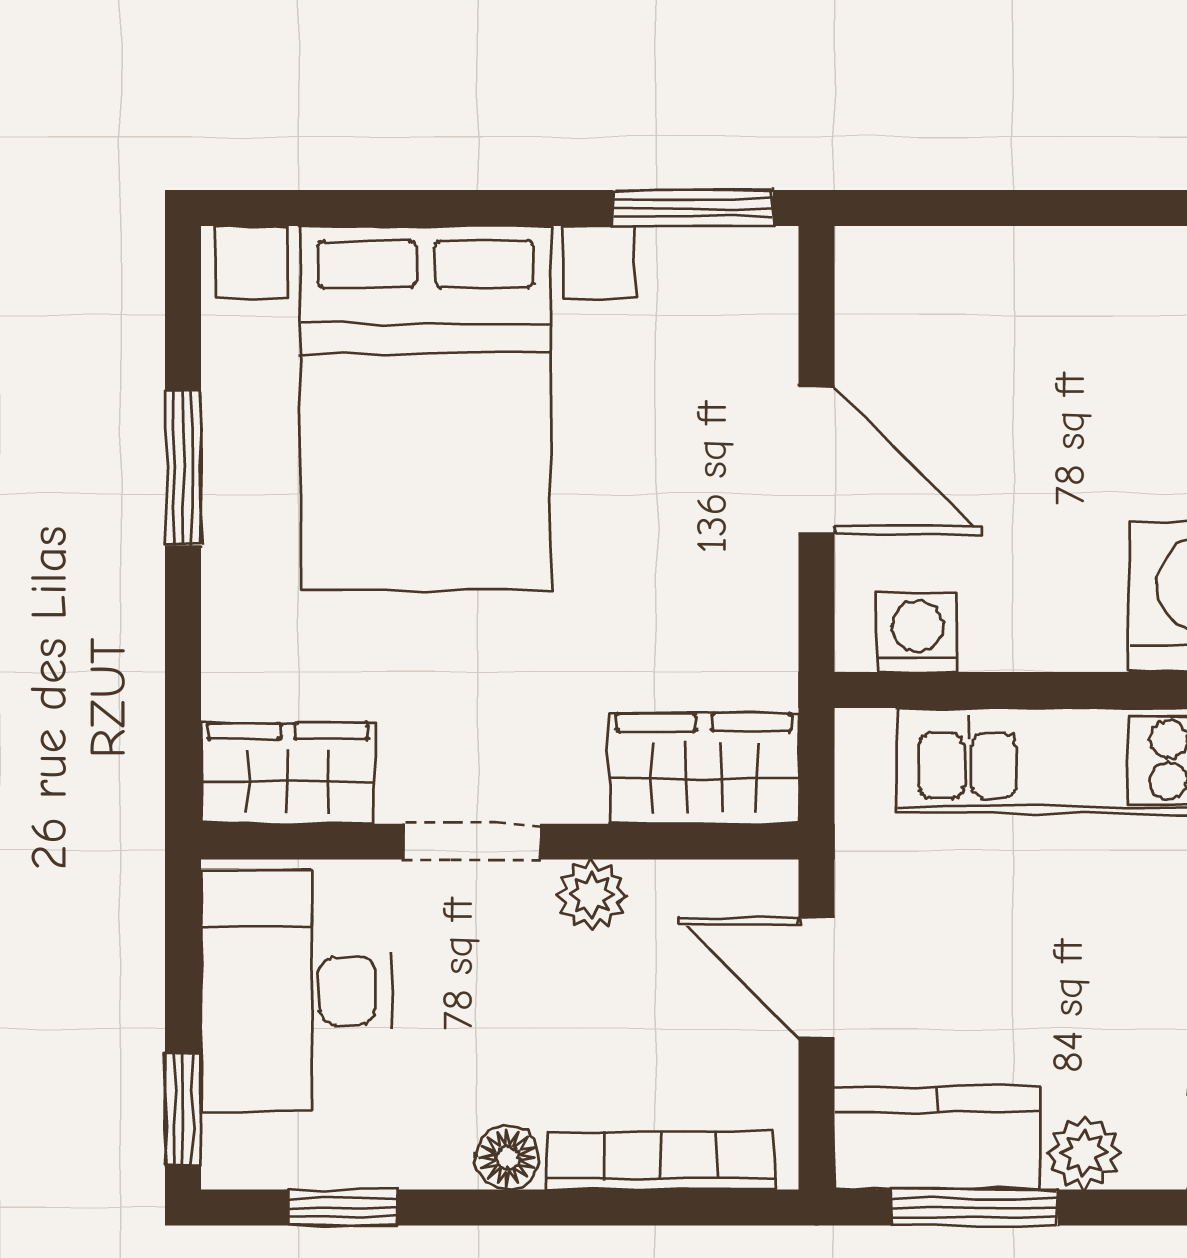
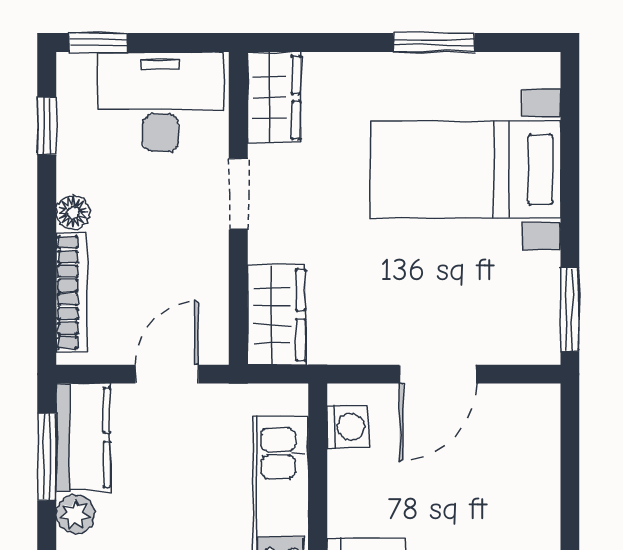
bed with nightstands: (425, 408) -> (465, 169), width x0.73
plant: (592, 895) -> (210, 257), removed

